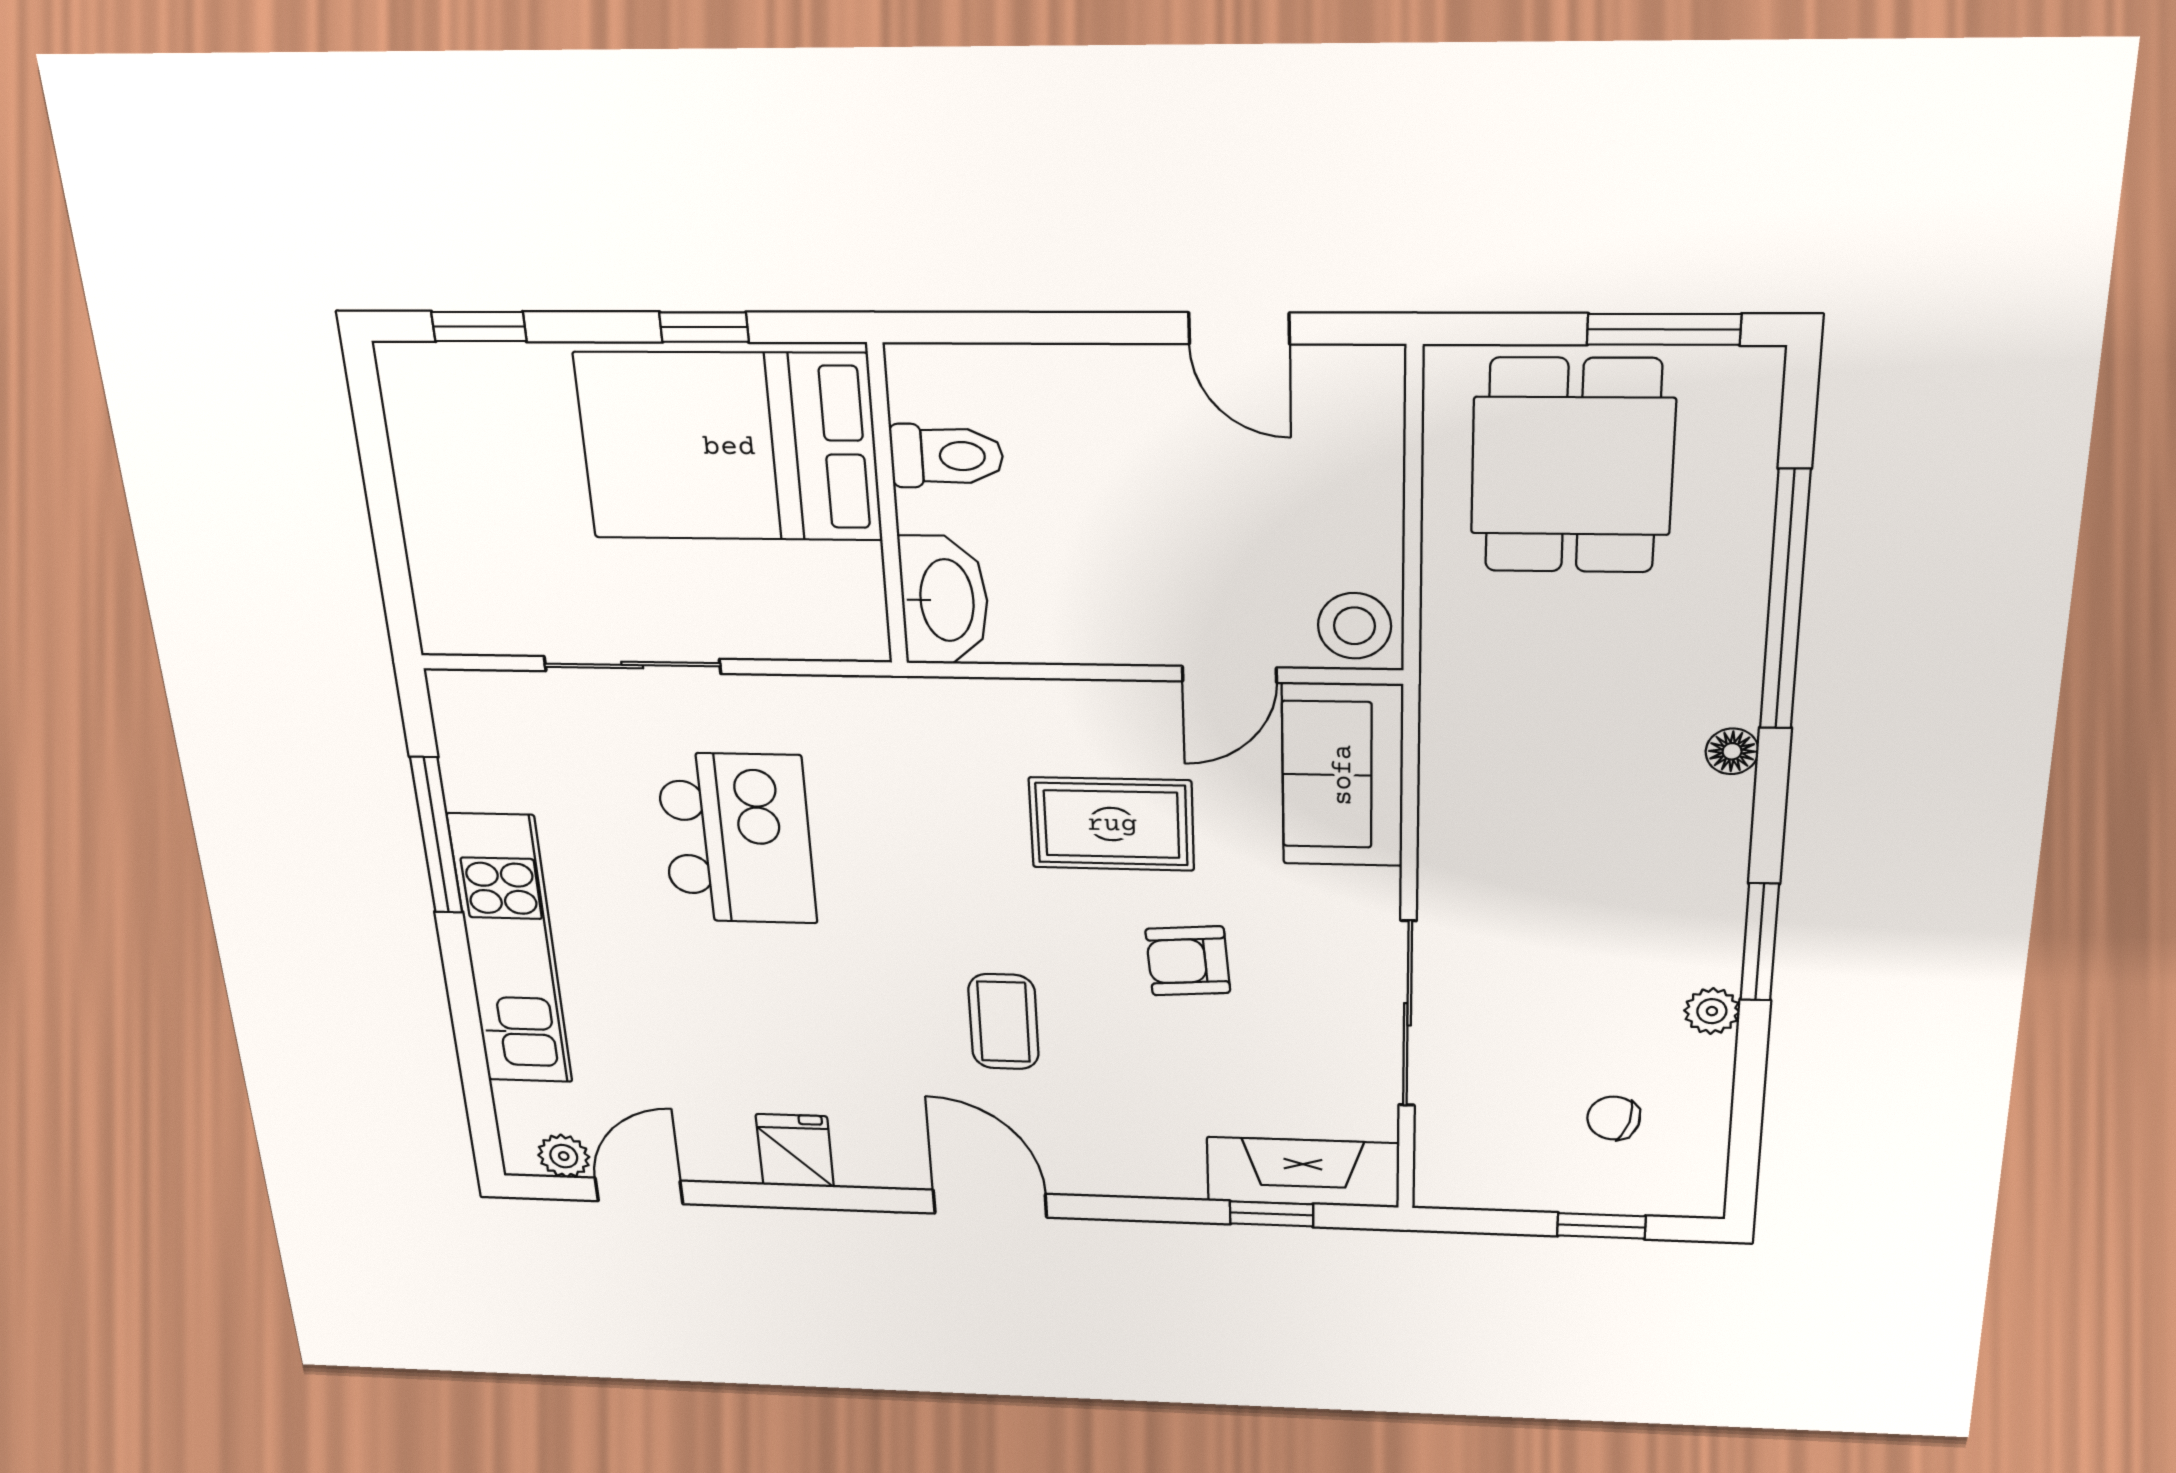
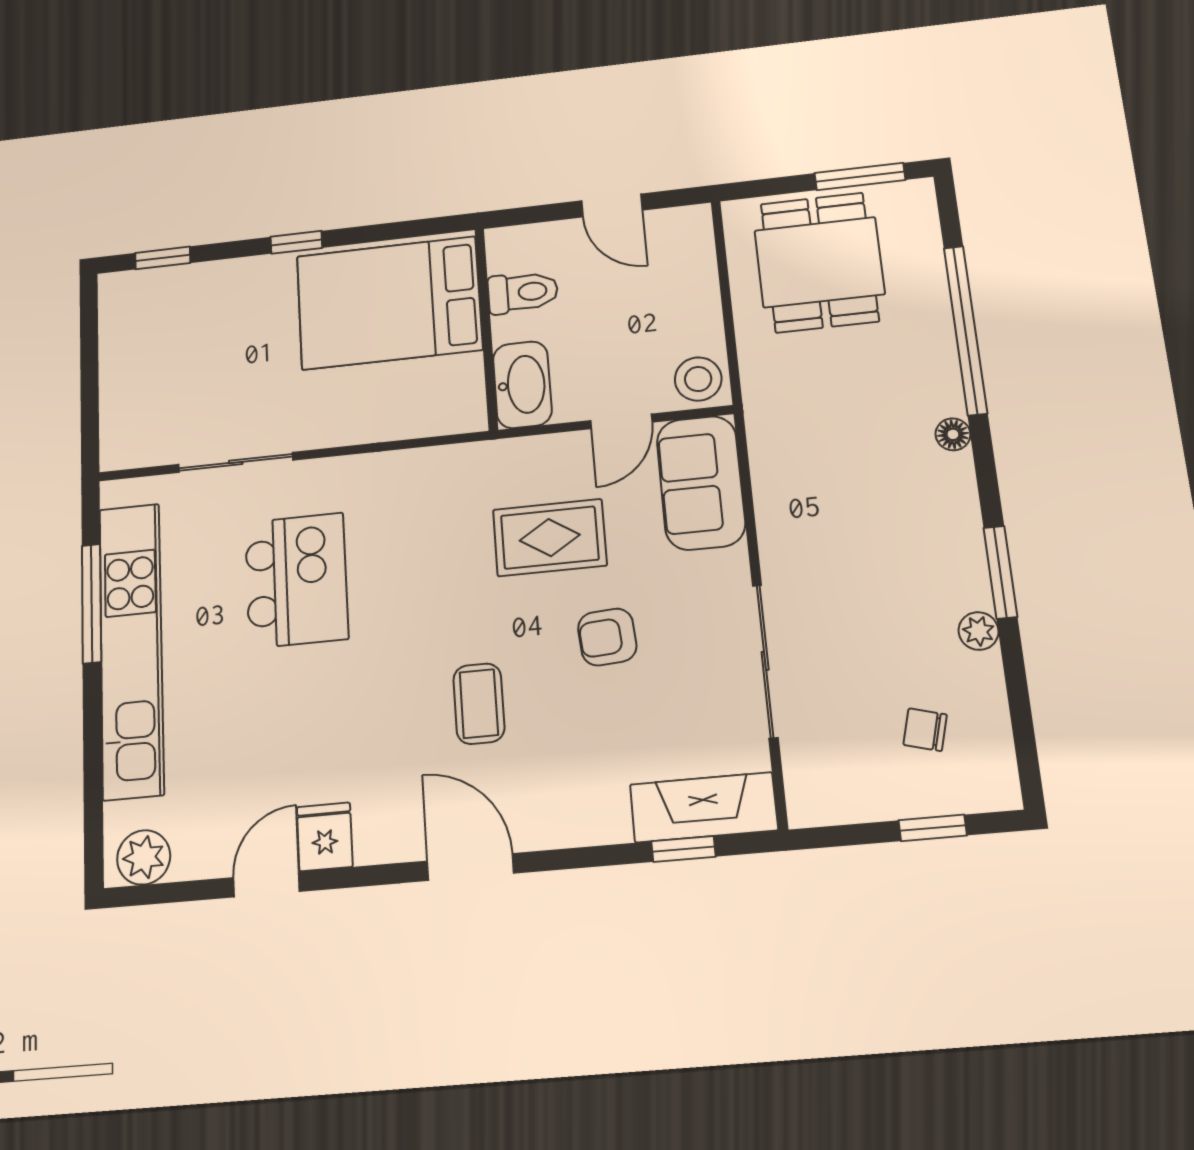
bed: (729, 447) -> (389, 303), moved
toilet: (947, 456) -> (523, 292), moved
wall: (887, 507) -> (486, 328), moved
washbasin: (944, 600) -> (522, 385), moved
kitchen unit: (511, 950) -> (131, 649), width x1.36
plant: (564, 1156) -> (144, 857), width x1.38, depth x1.38
door: (639, 1191) -> (266, 884), moved

